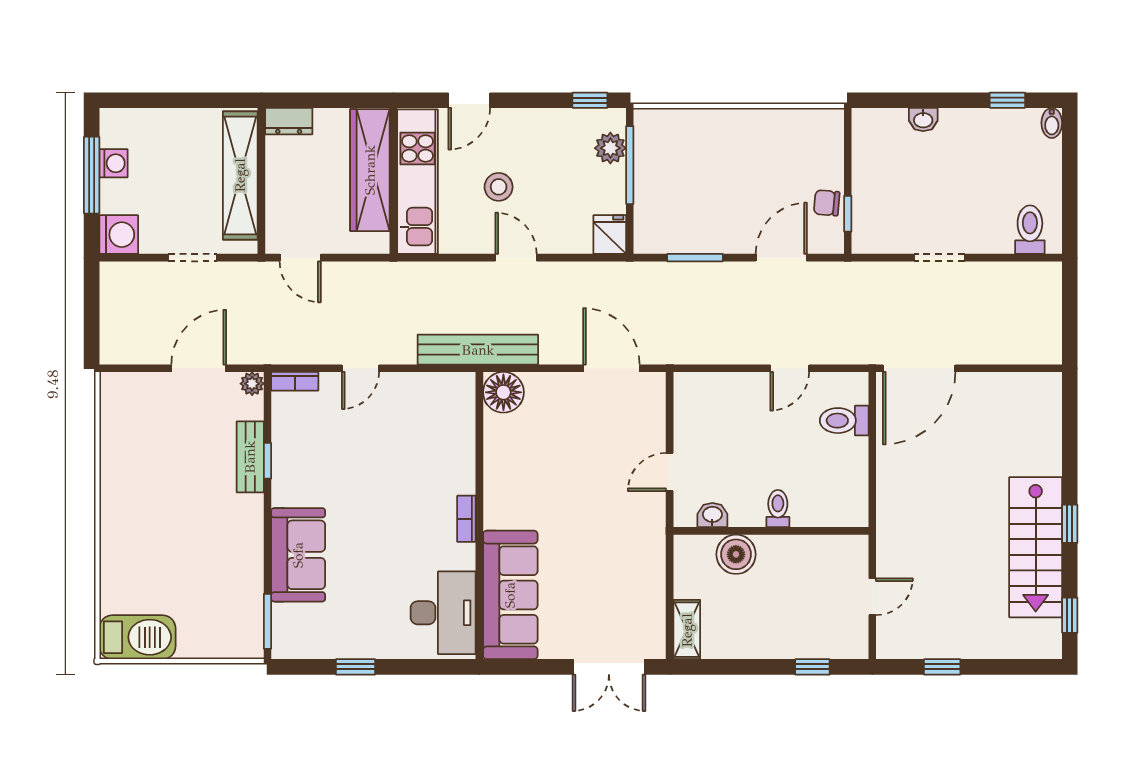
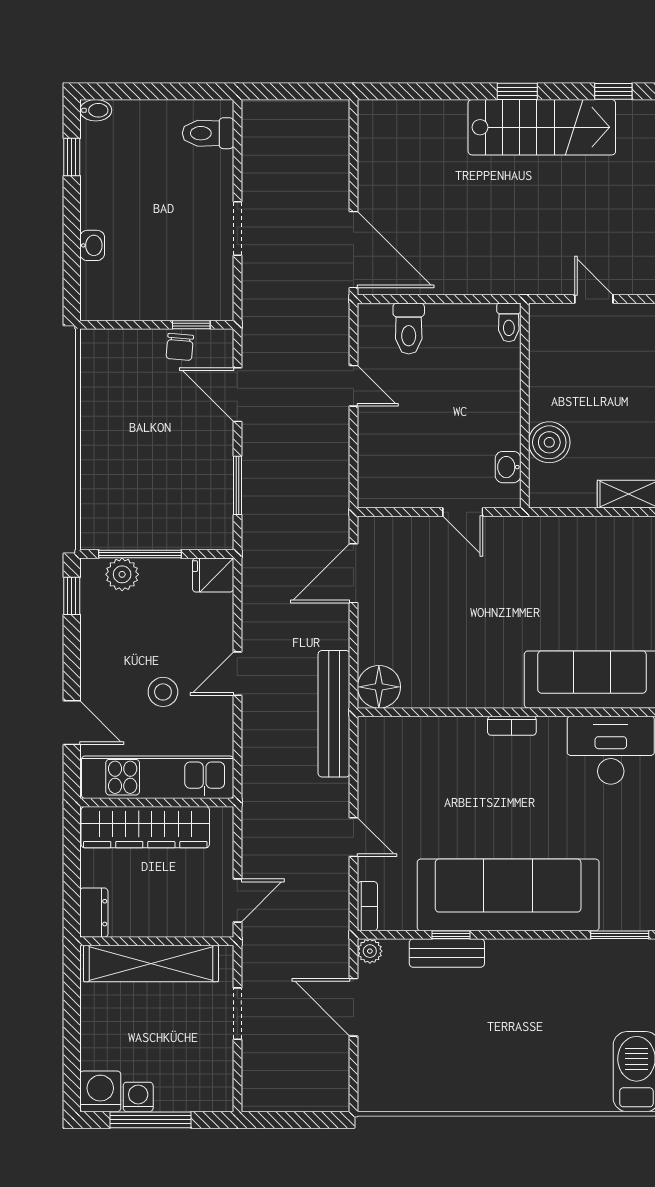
washing machine: (119, 235) -> (100, 1091), moved
toilet: (778, 509) -> (509, 322), moved, turned -90
sofa: (298, 555) -> (508, 895), width x1.85, depth x1.27

